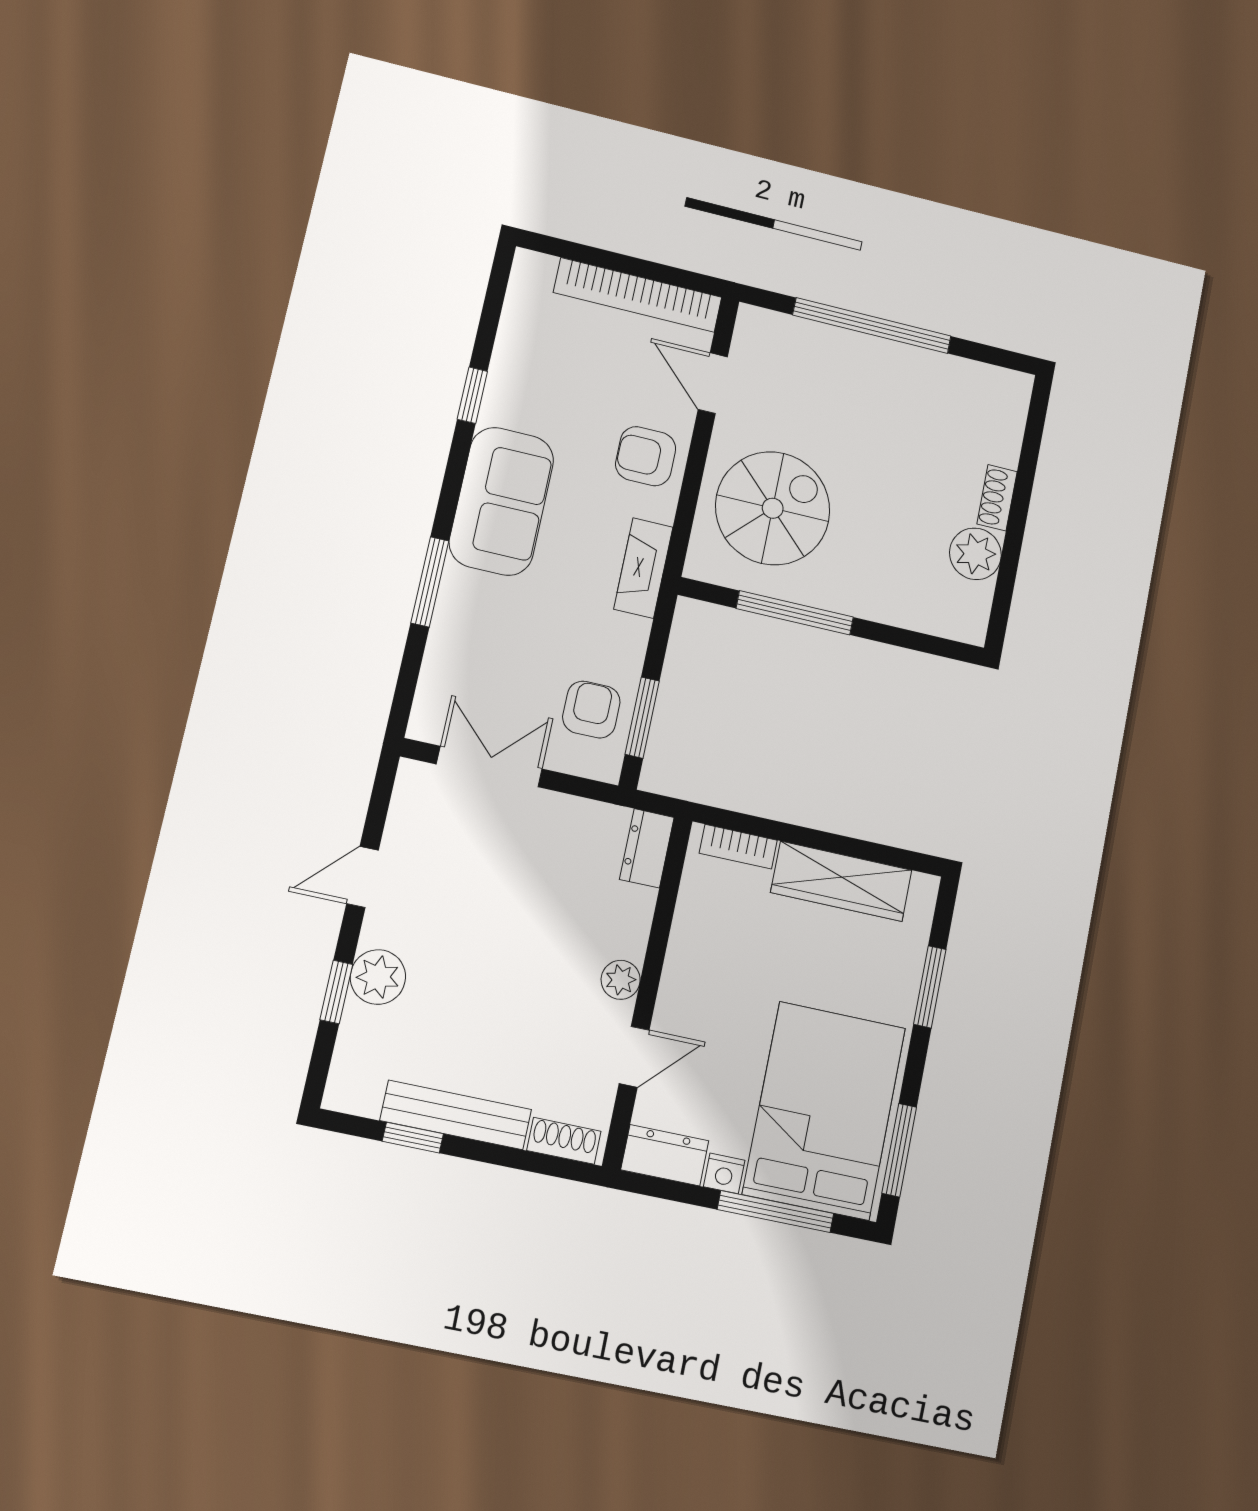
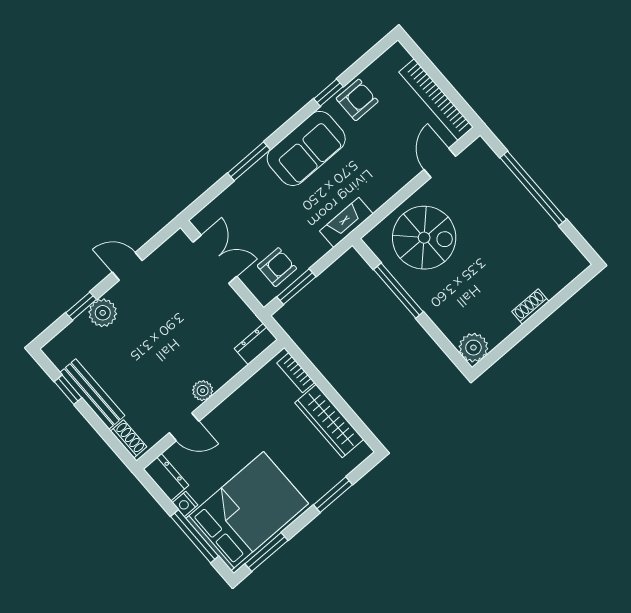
armchair: (646, 456) -> (357, 100), moved, turned 90
plant: (975, 554) -> (473, 348), moved

